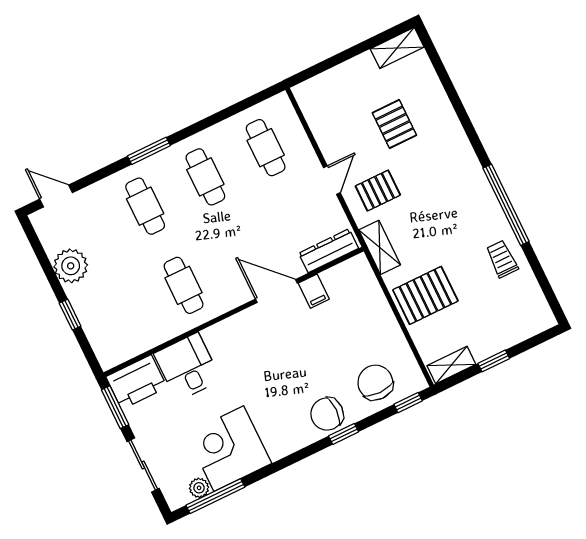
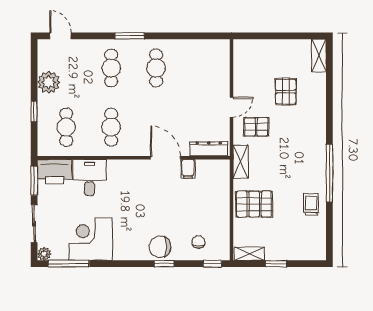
shelving: (397, 48) -> (319, 56), moved, turned 90
cafe table: (266, 148) -> (66, 127), moved
chair: (375, 383) -> (198, 242), width x0.54, depth x0.54
plant: (199, 488) -> (44, 254), moved

